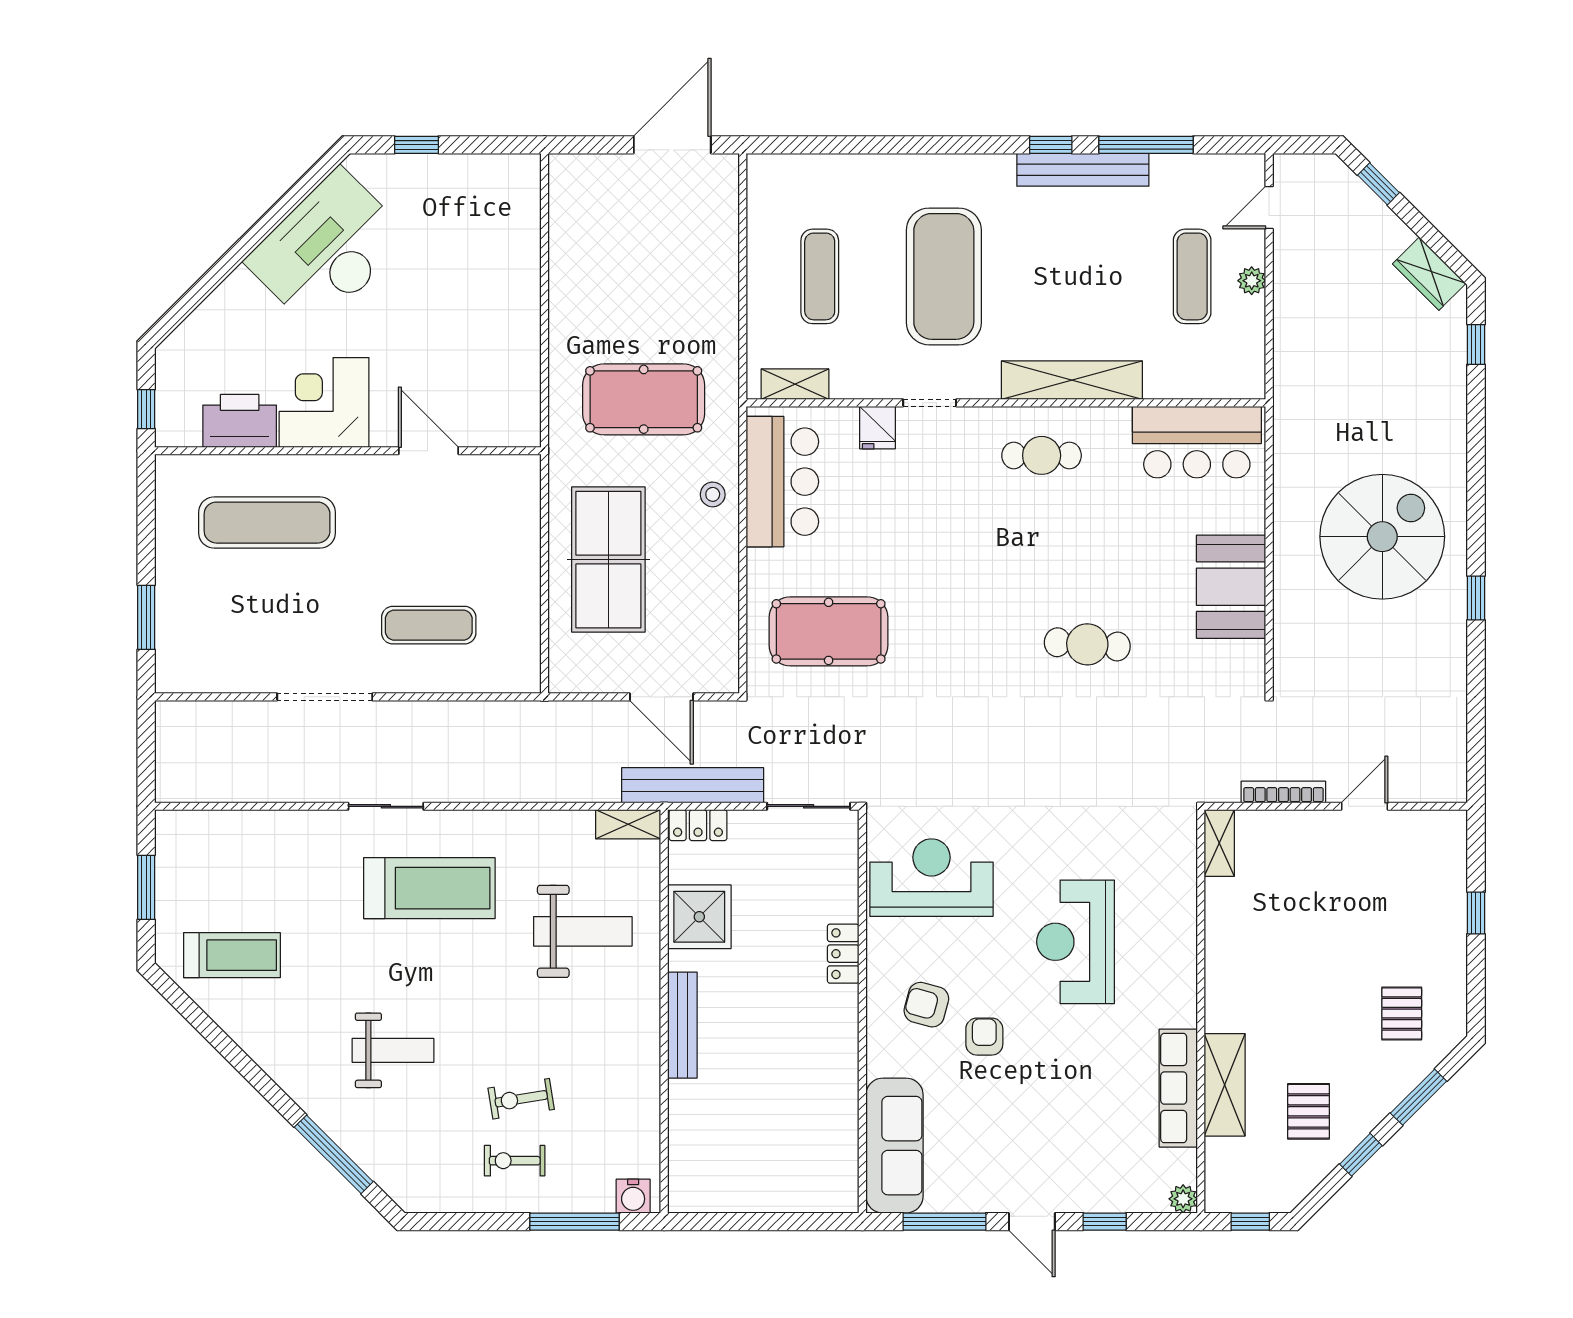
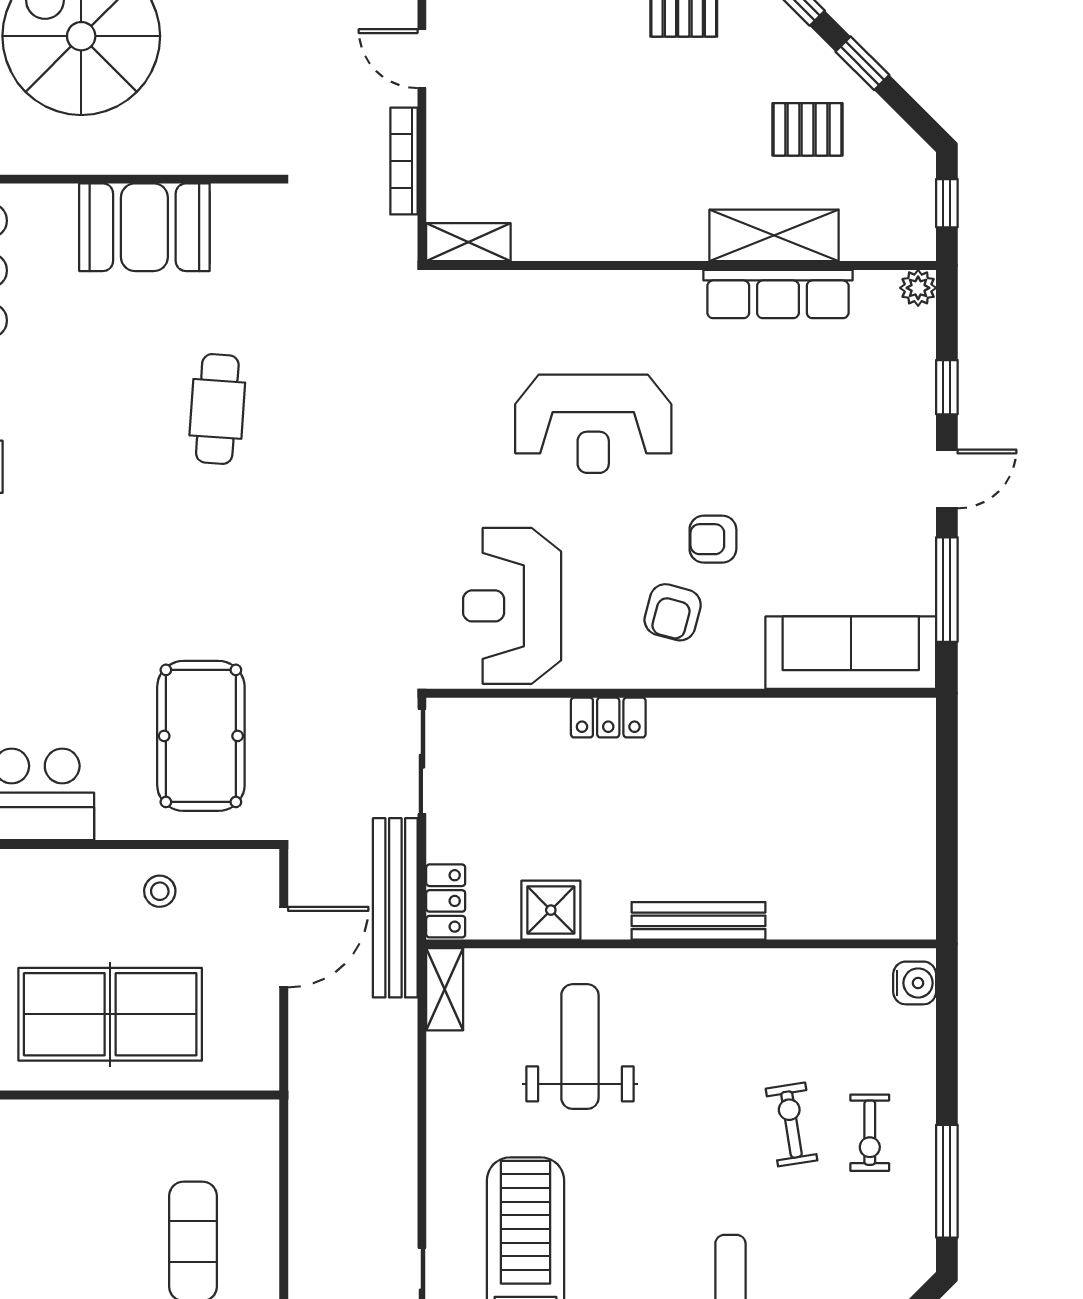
stool: (713, 494) -> (160, 891), moved
shower: (699, 917) -> (551, 910), width x0.73, depth x0.73
exercise bike: (521, 1099) -> (792, 1124), turned 180
window: (575, 1222) -> (947, 1181), moved

